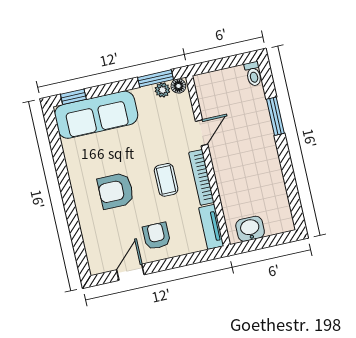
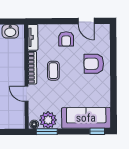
plant: (162, 90) -> (48, 120), width x1.87, depth x1.87
door: (202, 133) -> (26, 94), hinge flipped
armchair: (116, 191) -> (94, 64), moved, turned 180
door: (130, 272) -> (86, 21), hinge flipped

